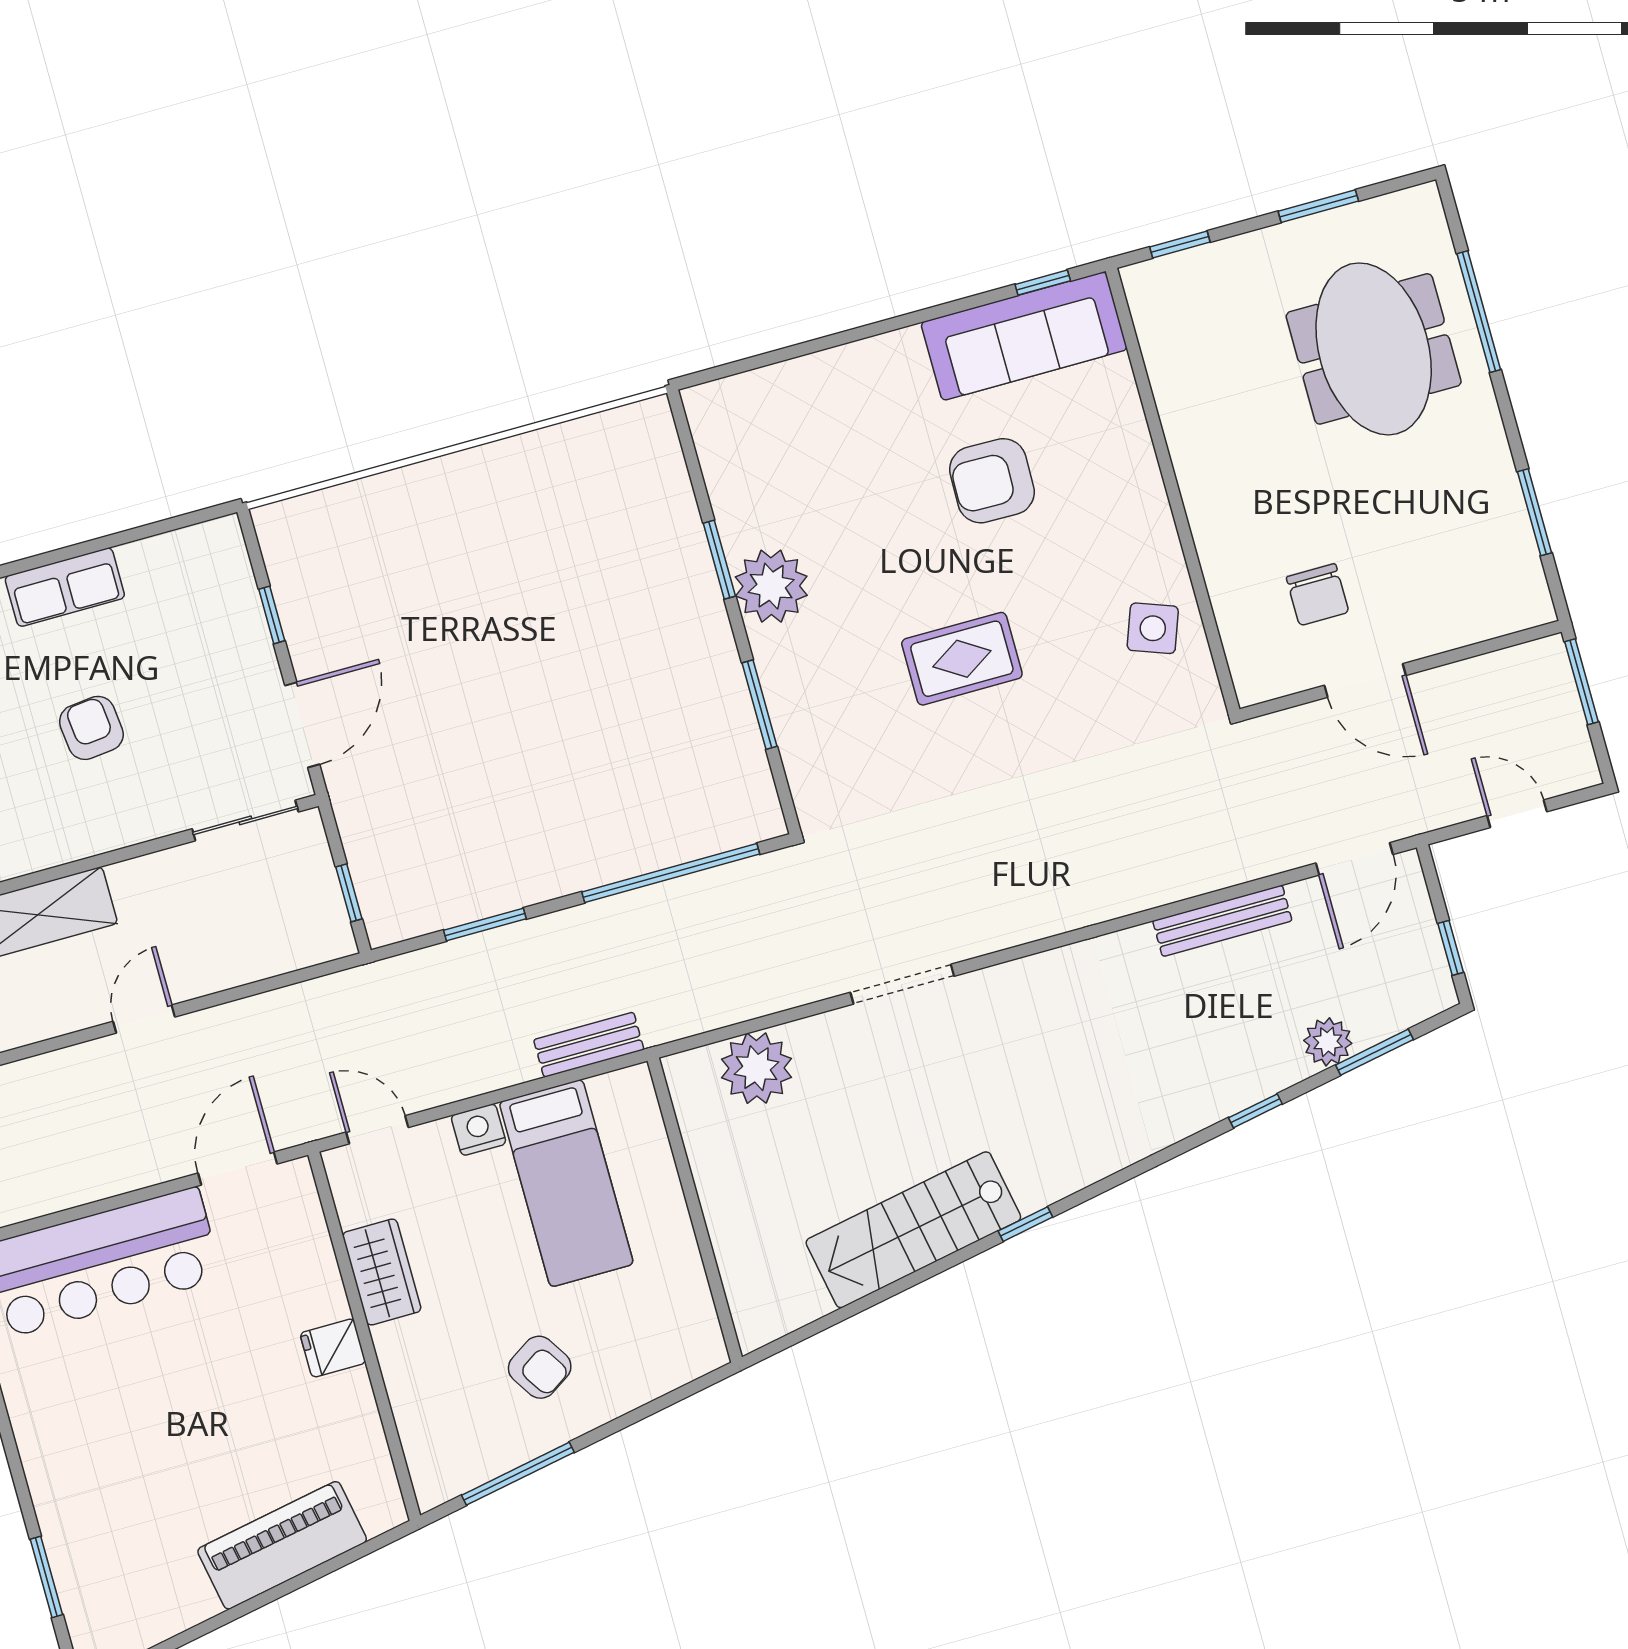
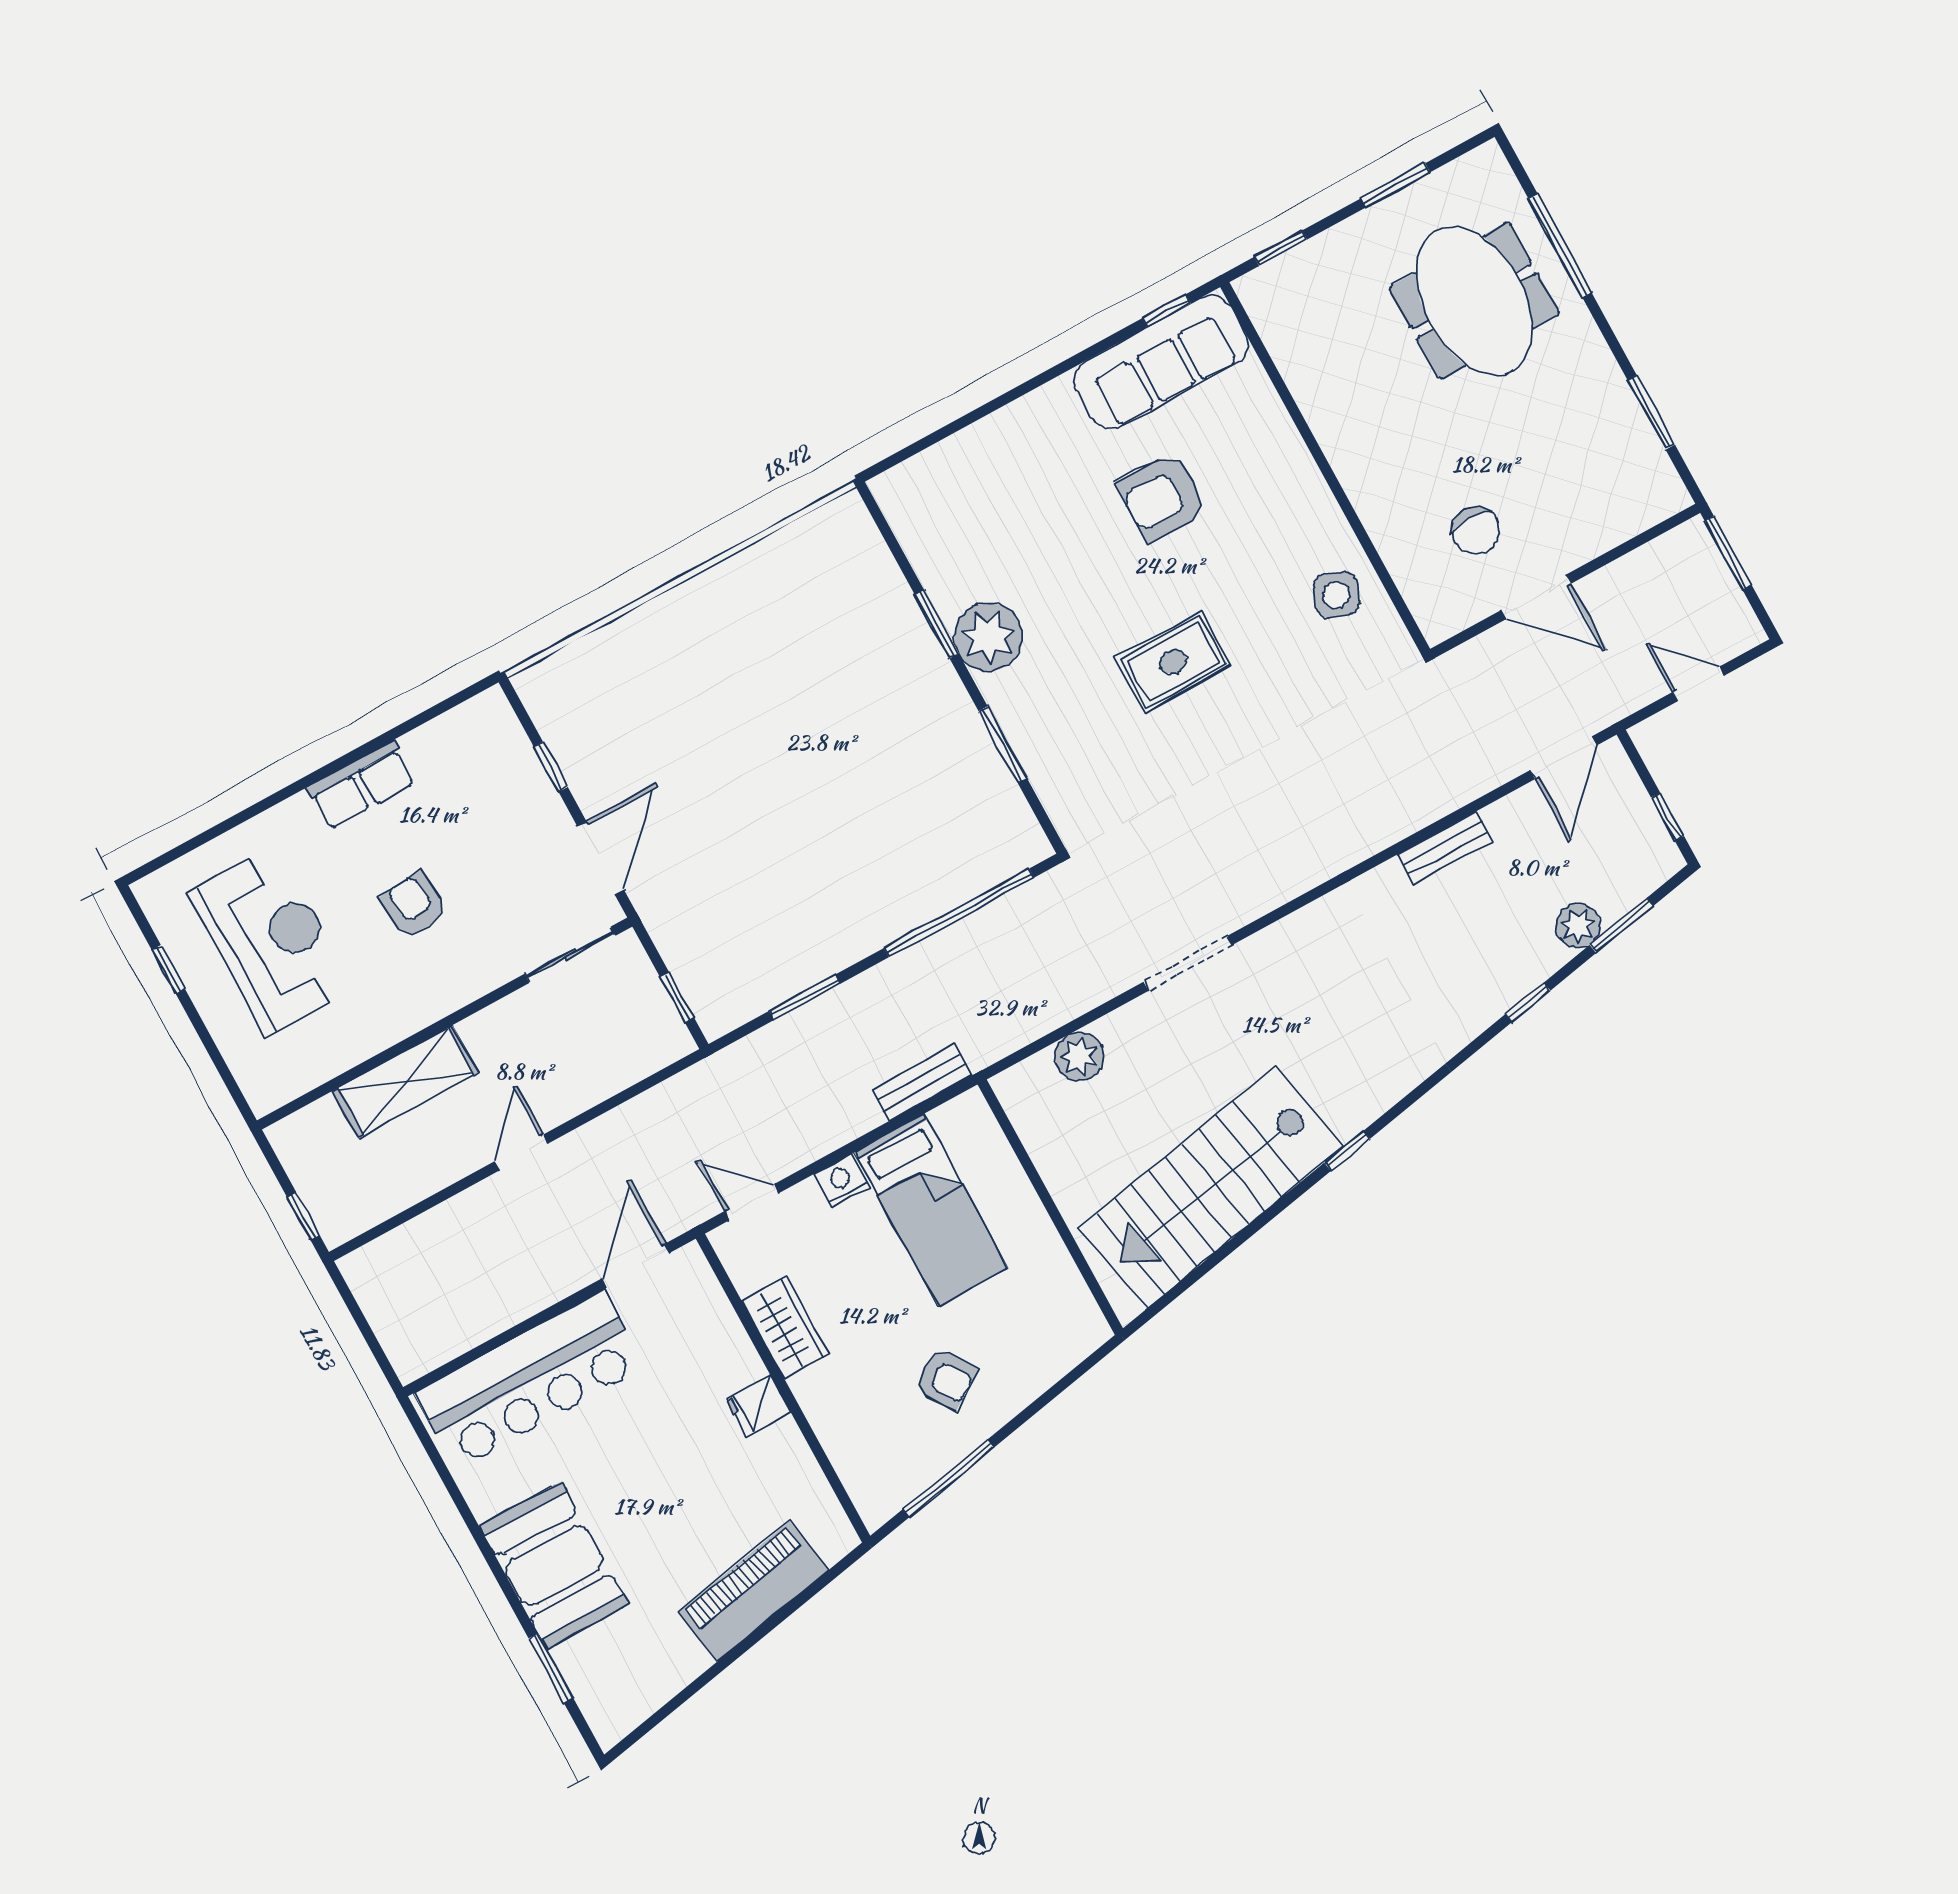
bench: (1222, 921) -> (1445, 848), width x0.73
plant: (757, 1068) -> (1079, 1056), width x0.73, depth x0.73
stairs: (913, 1230) -> (1211, 1187), width x1.36, depth x1.51
booth: (75, 1468) -> (554, 1565), added

